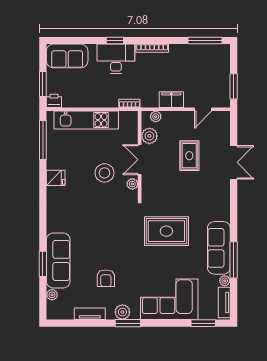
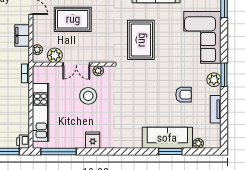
rug: (189, 156) -> (73, 19), width x1.36, depth x1.43

